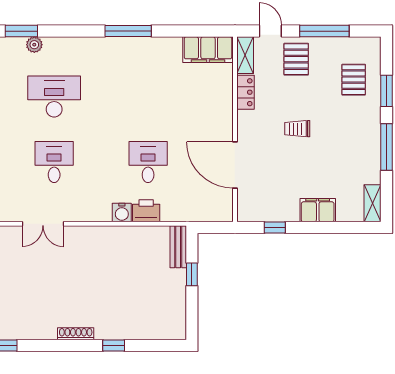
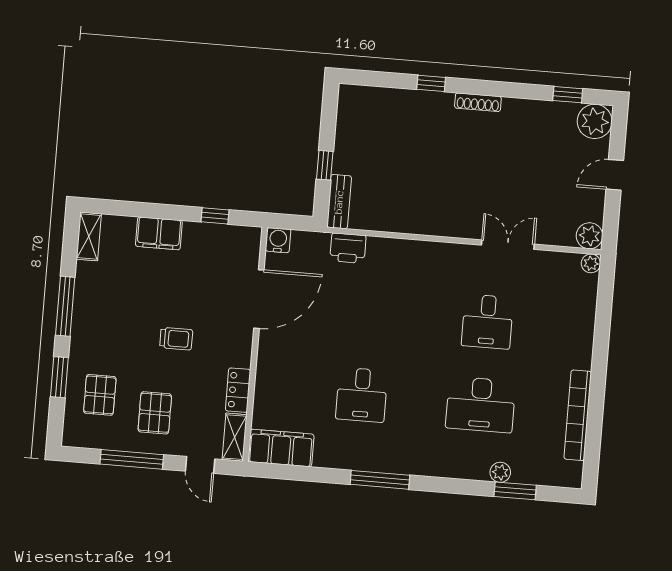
pallet: (296, 59) -> (155, 413), moved
desk: (148, 162) -> (362, 395), moved
door: (235, 165) -> (259, 299), hinge flipped
printer: (146, 211) -> (348, 248), moved
water cooler: (122, 213) -> (278, 240), moved

